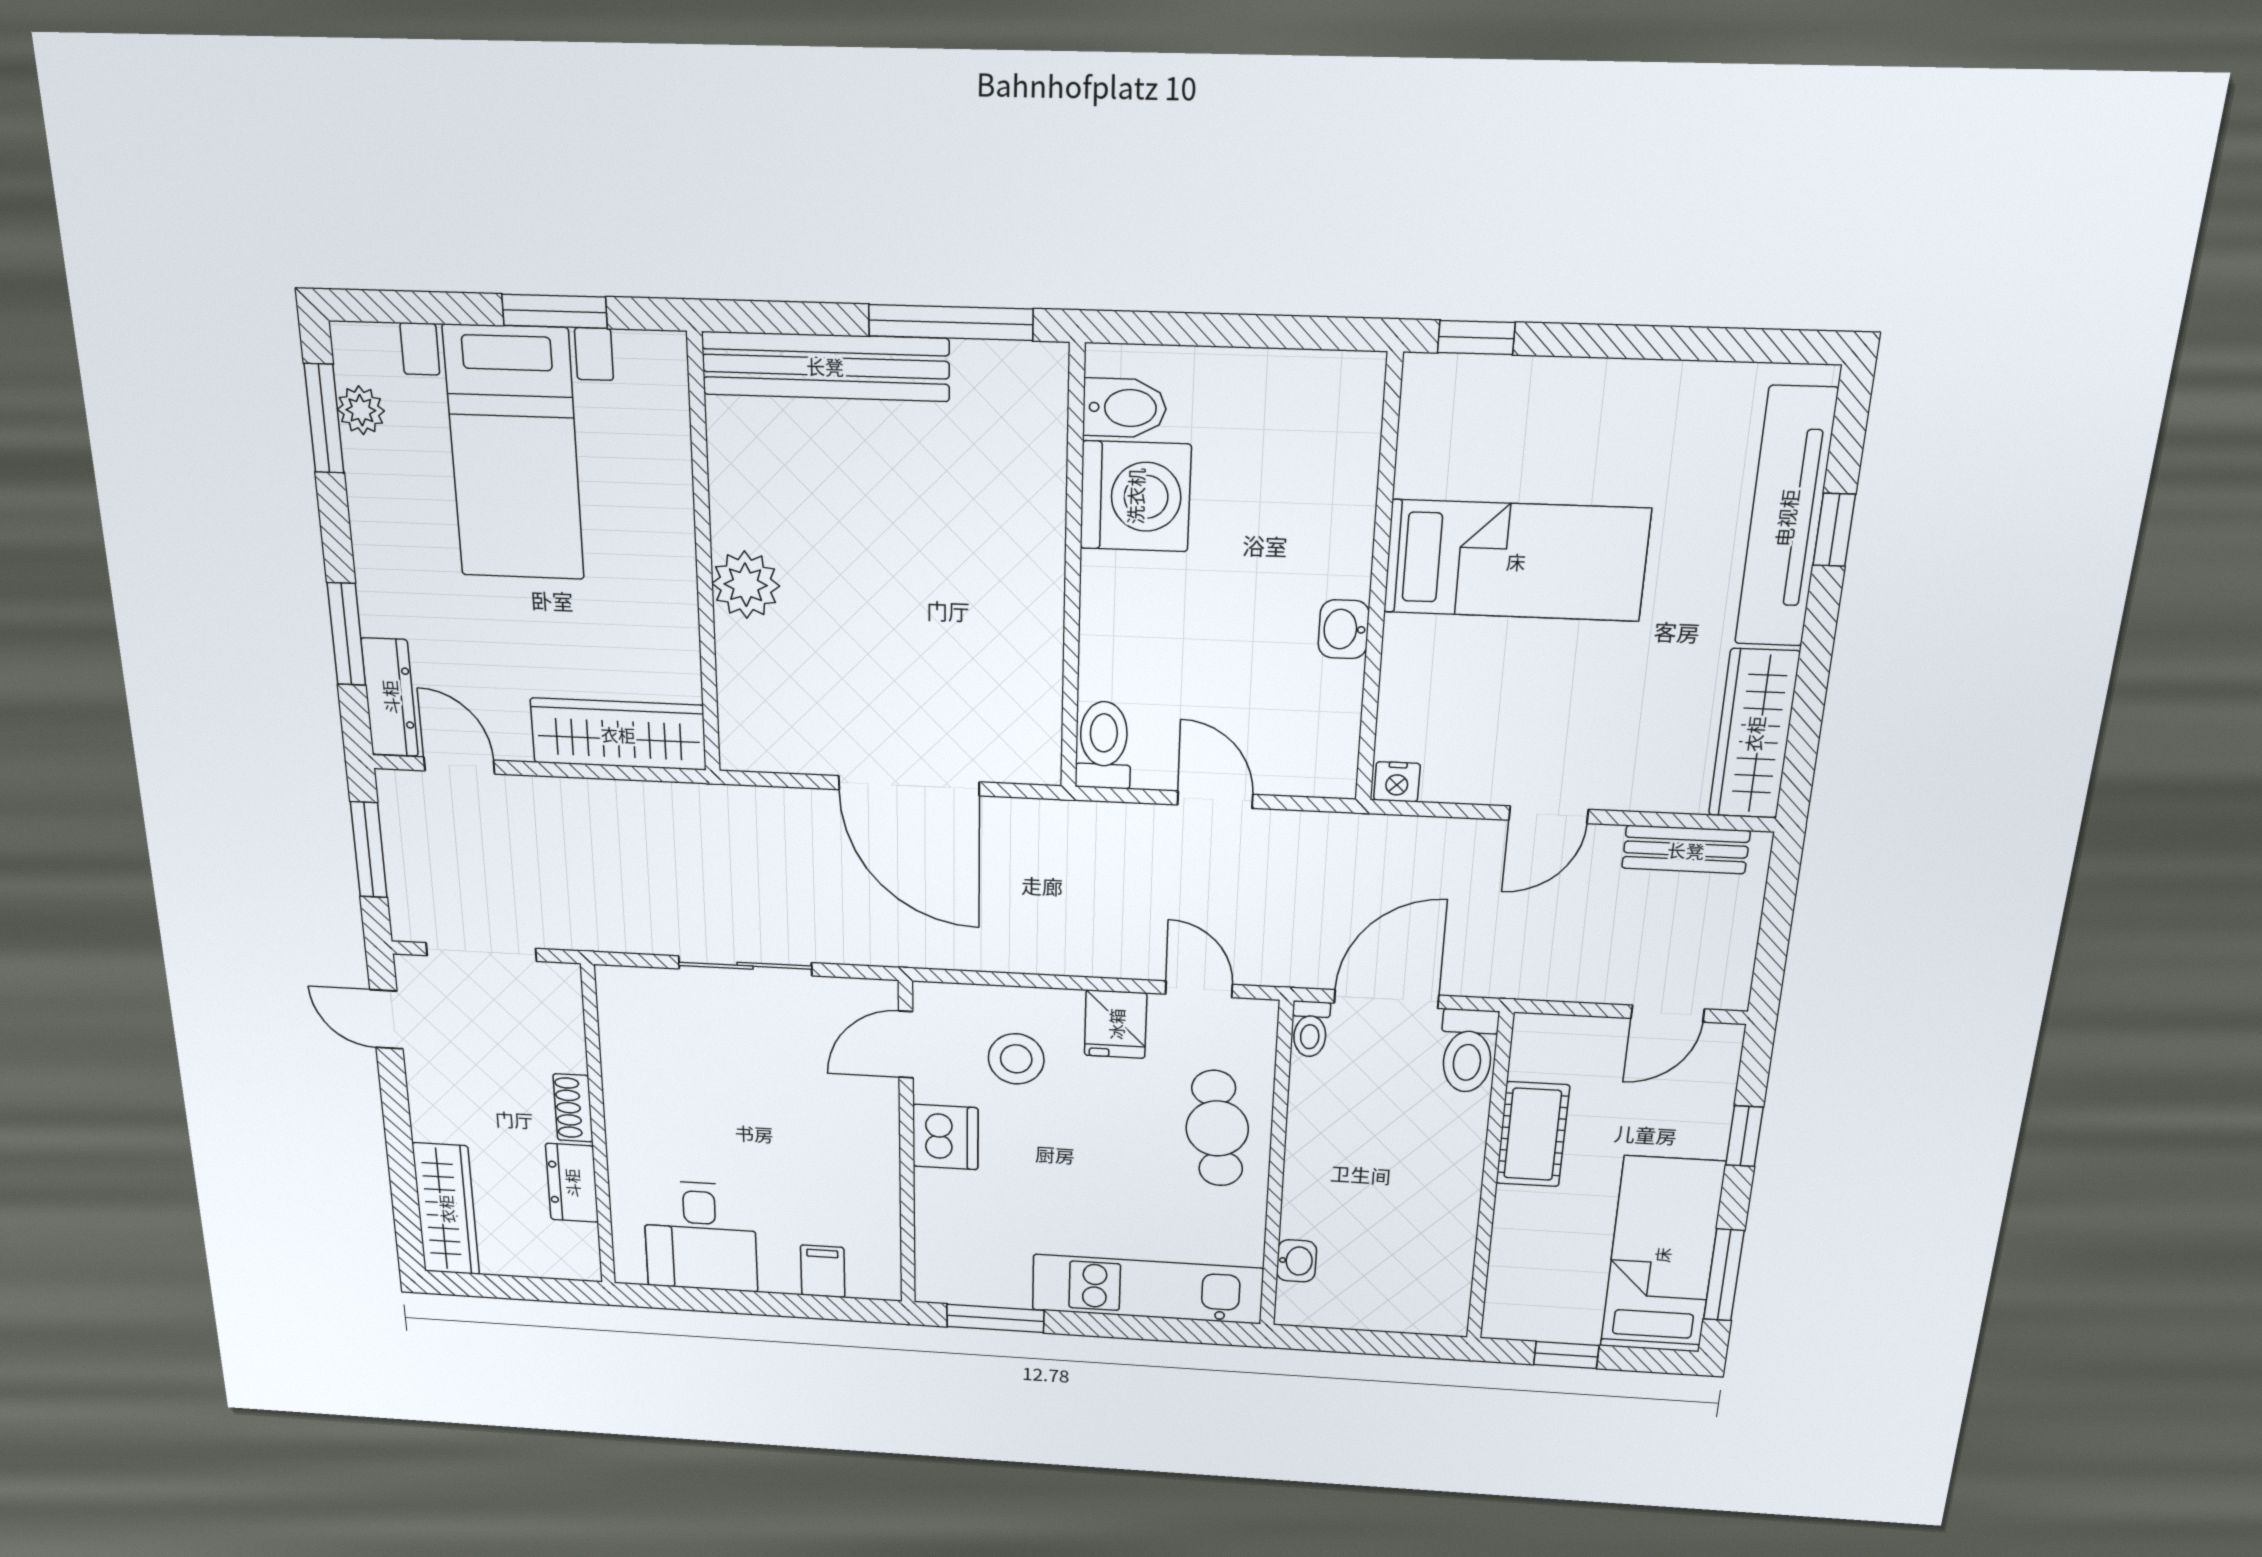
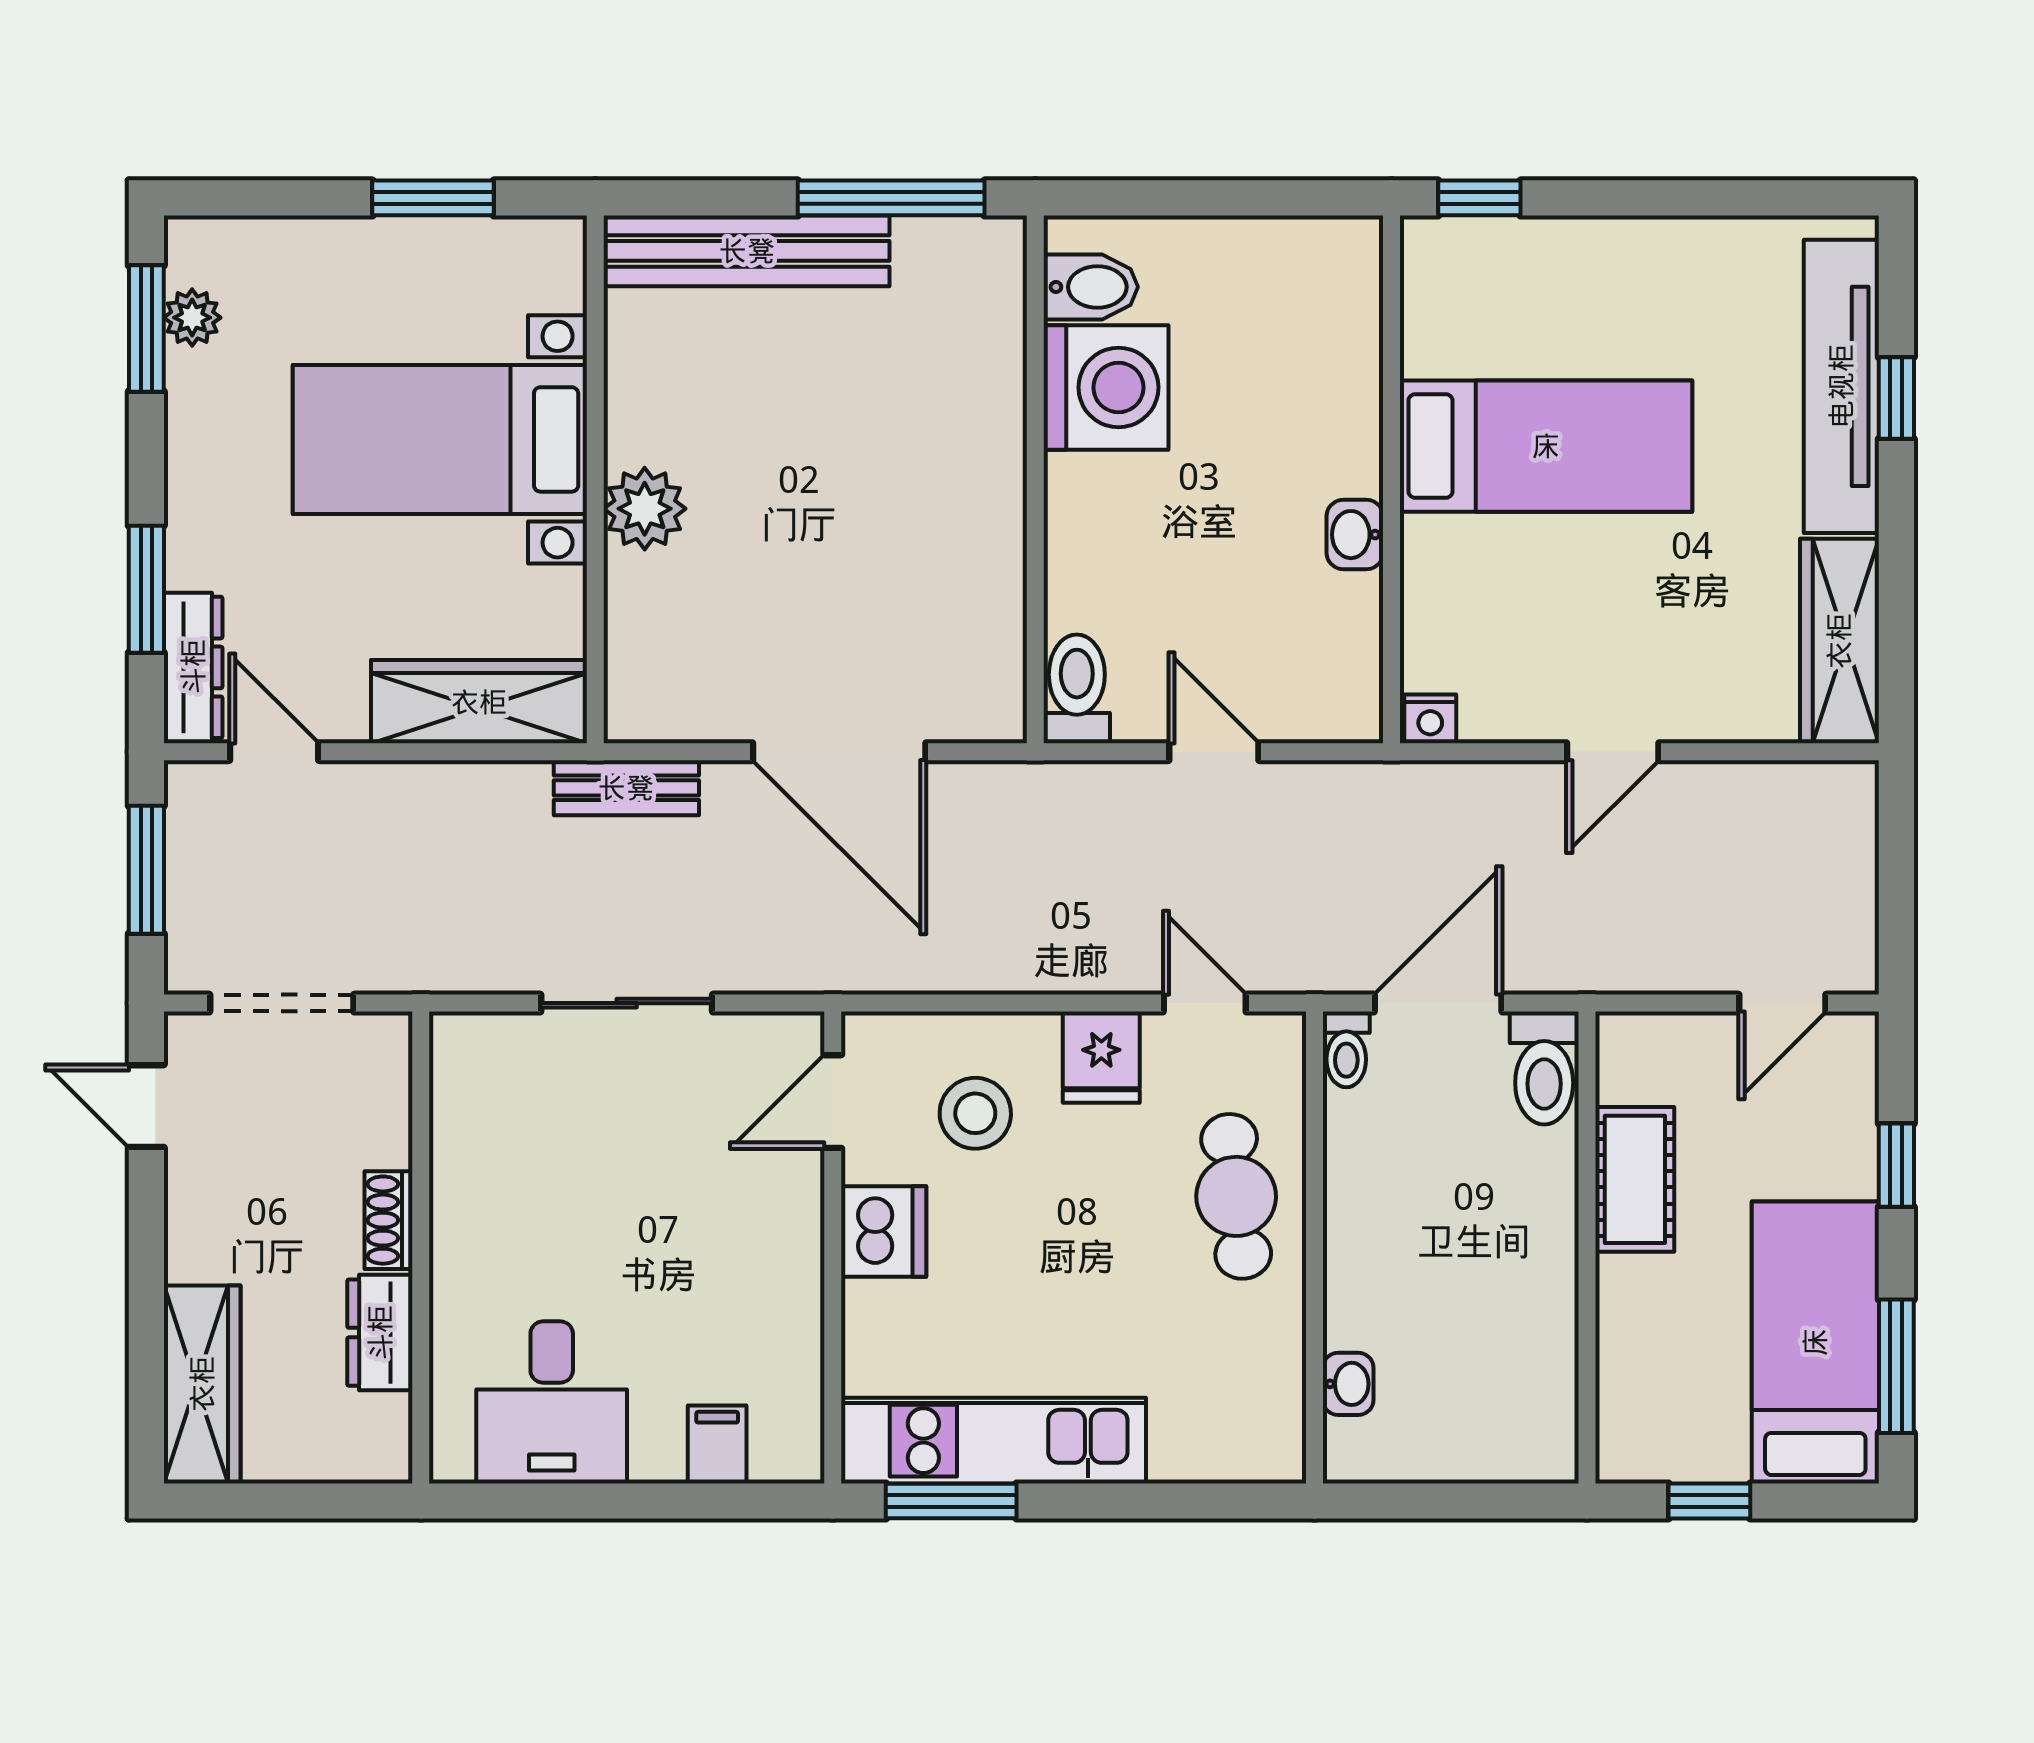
bed with nightstands: (514, 454) -> (440, 439), moved, turned 90
bench: (1686, 850) -> (626, 788), moved
kitchen unit: (1147, 1289) -> (993, 1441), moved

